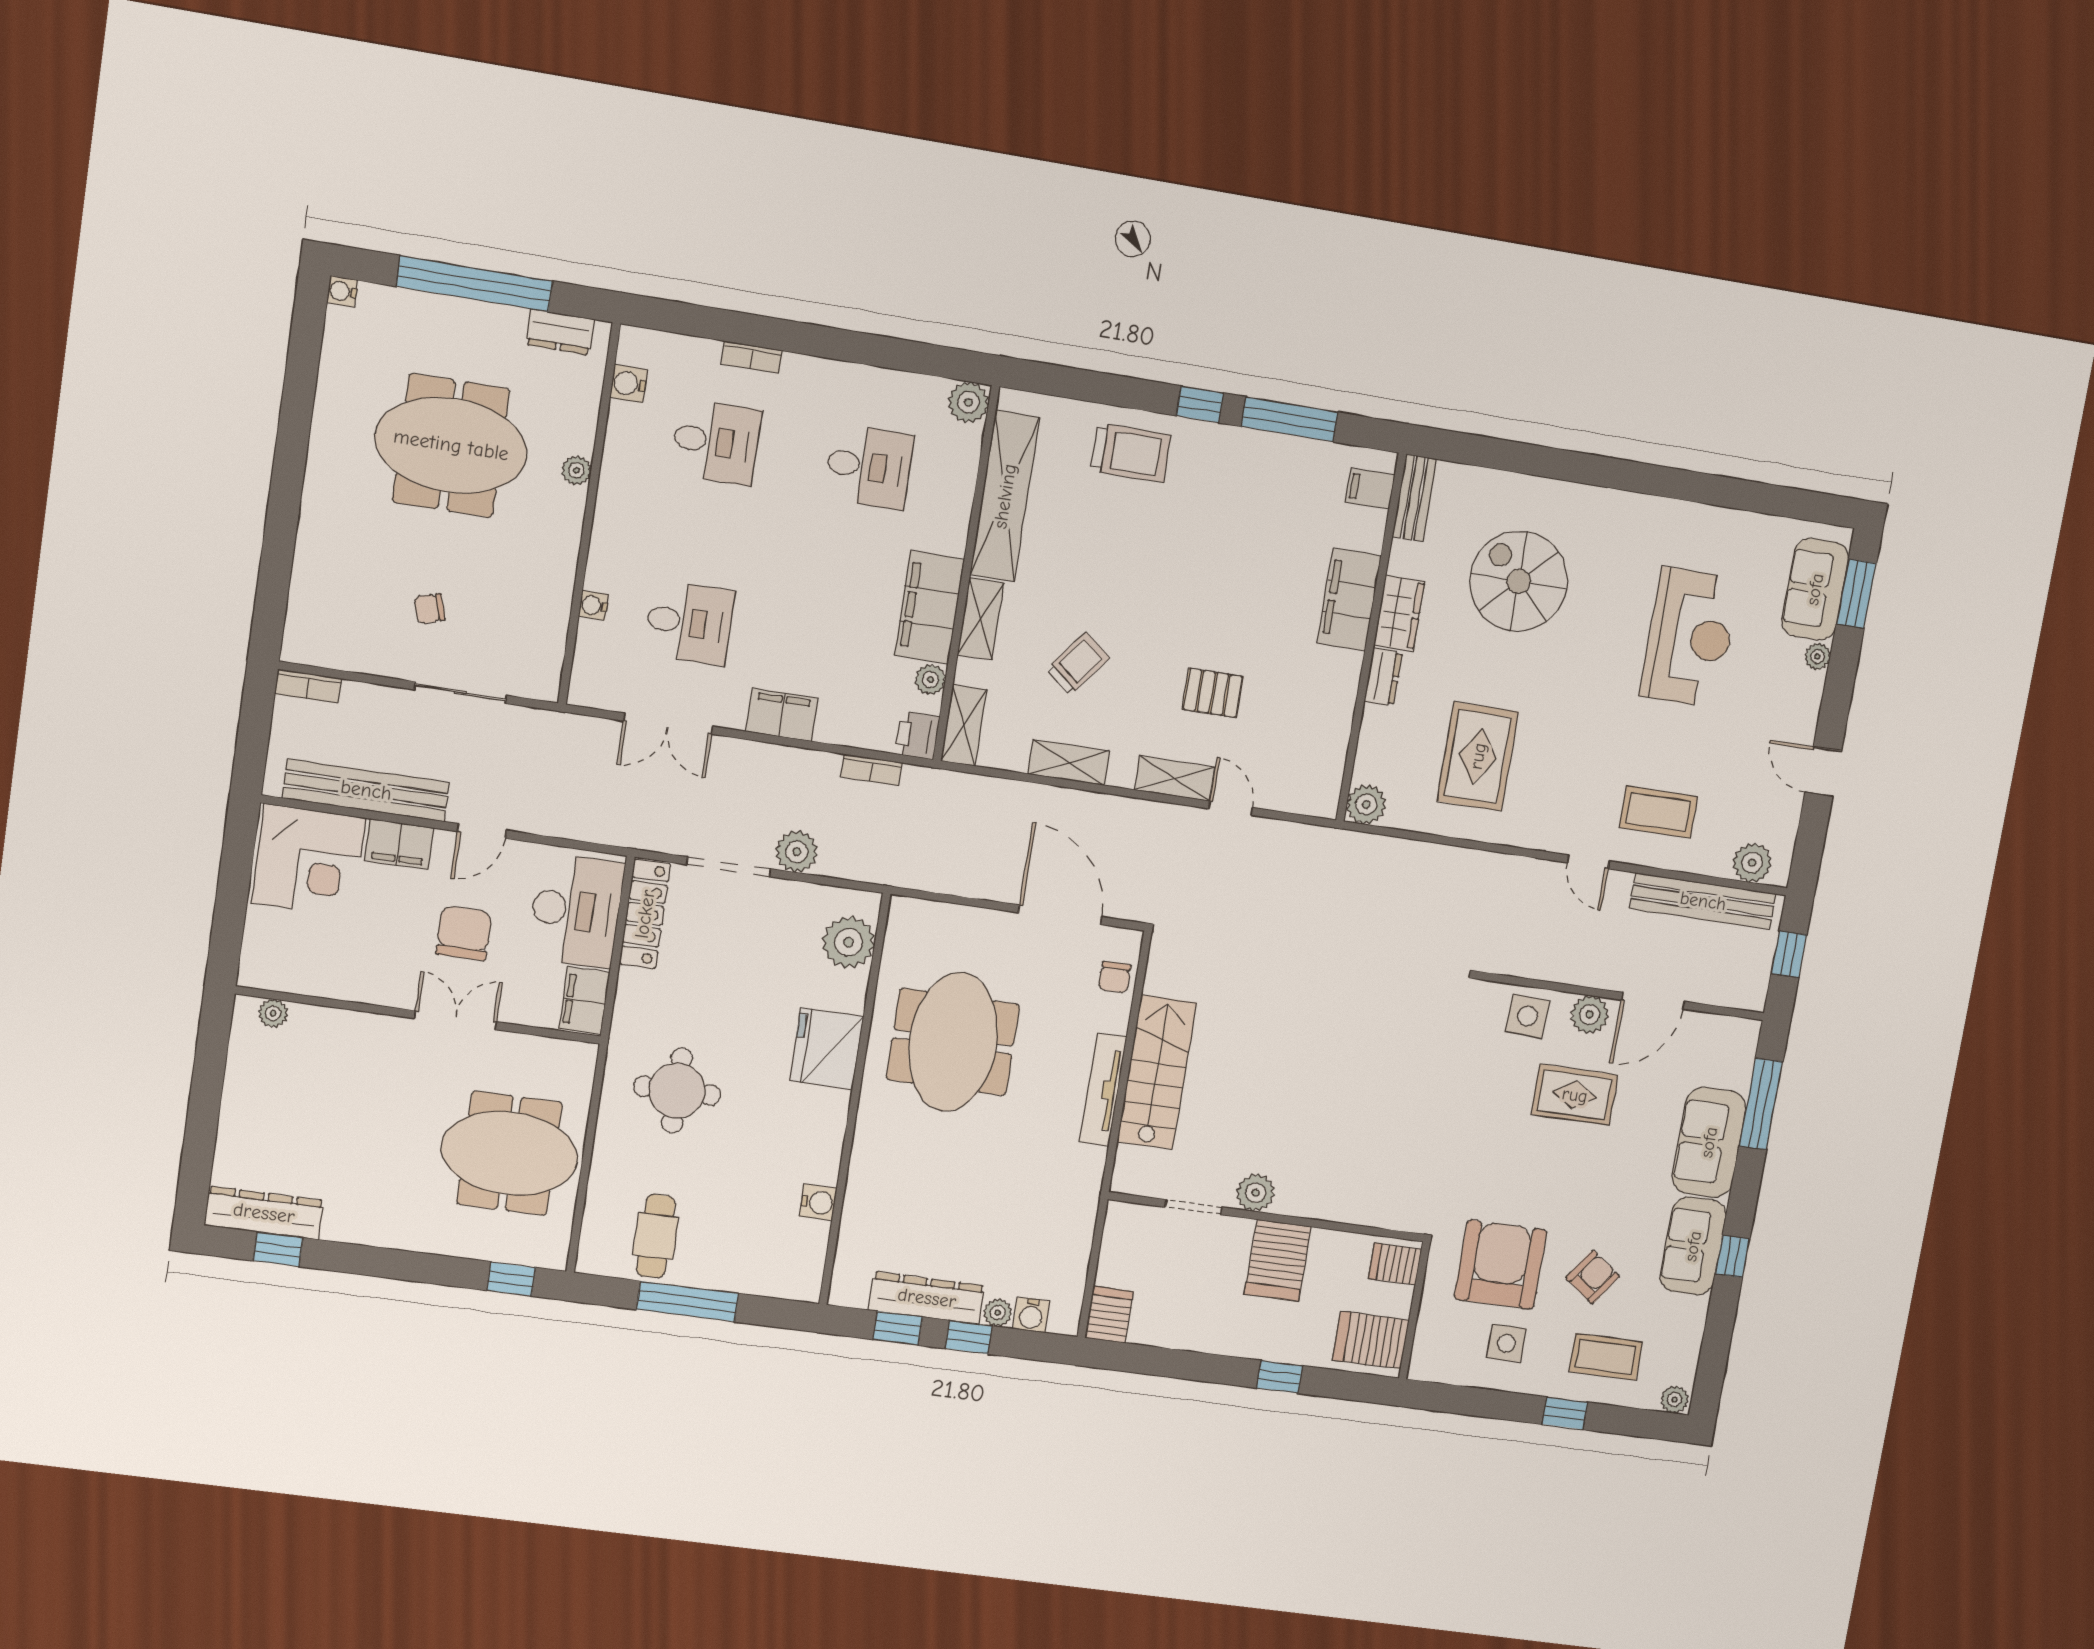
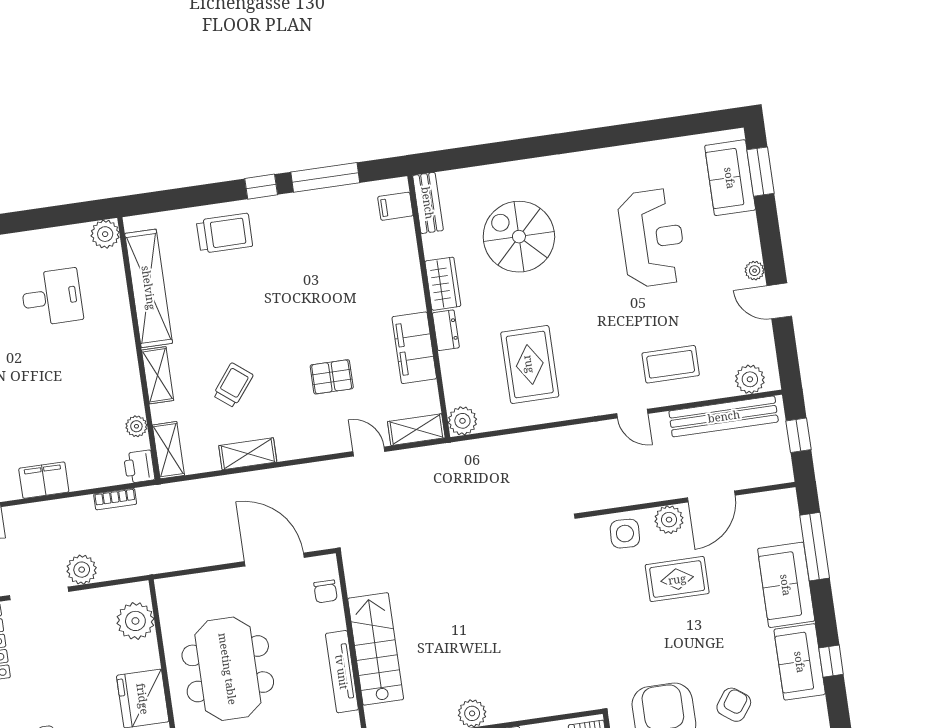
filing cabinet: (1349, 599) -> (414, 348), moved
filing cabinet: (930, 607) -> (121, 378), removed
plant: (1818, 657) -> (755, 271), moved
shelving: (1175, 779) -> (416, 430), moved

